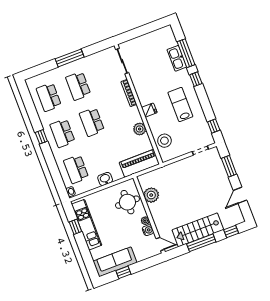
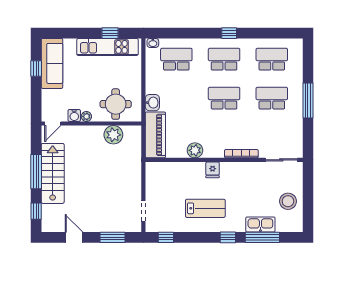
stool: (164, 141) -> (288, 201), moved
washbasin: (105, 179) -> (152, 103), moved

